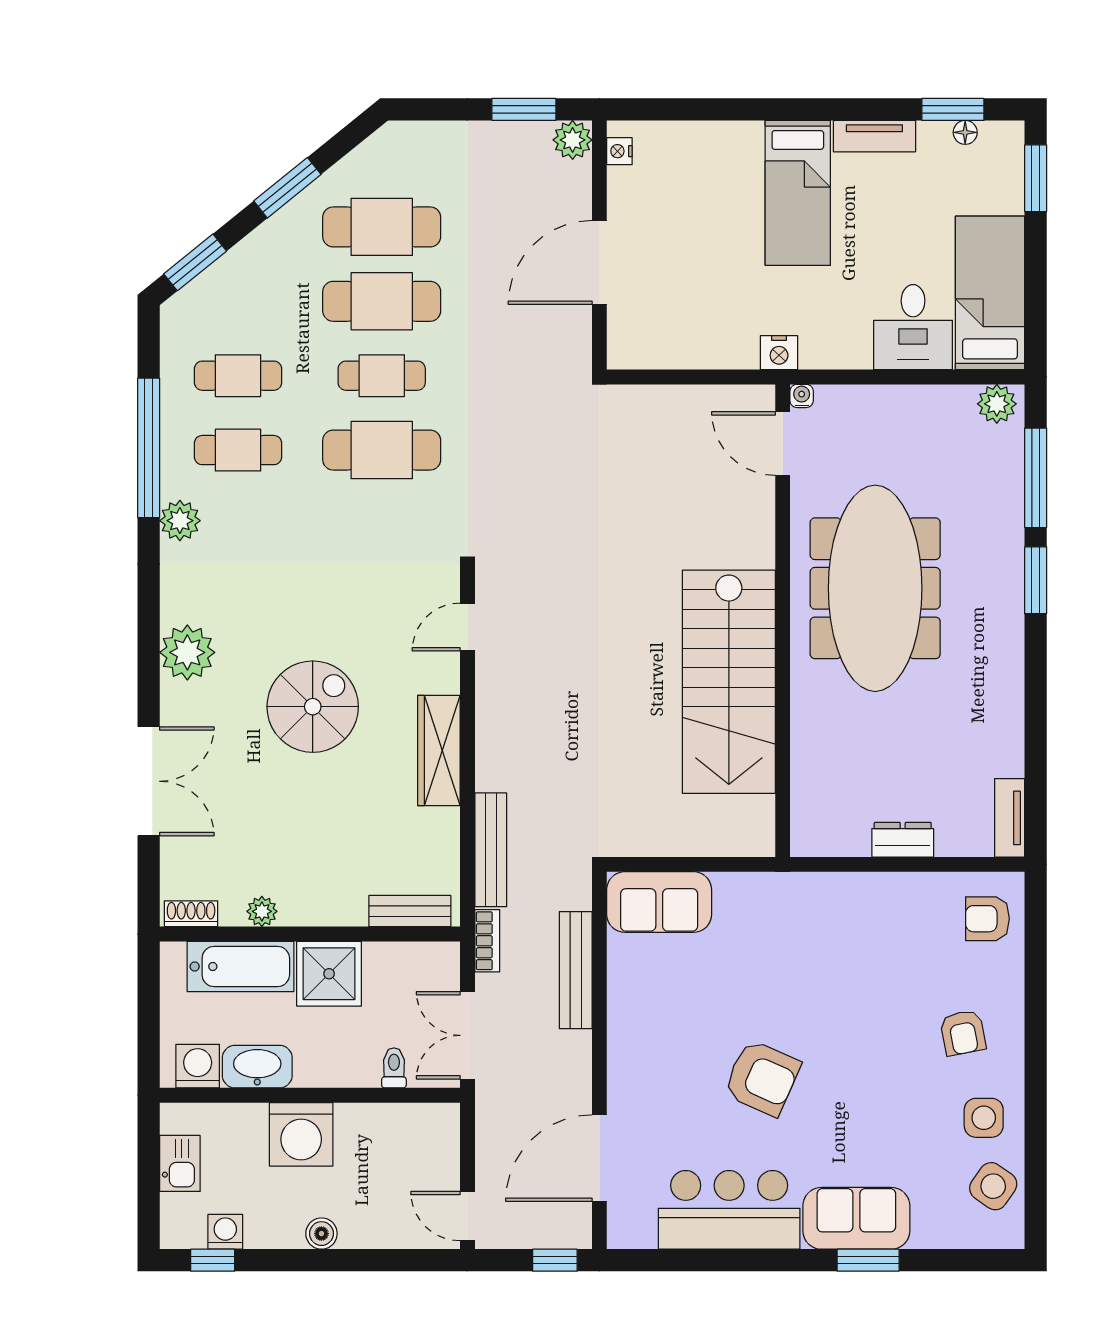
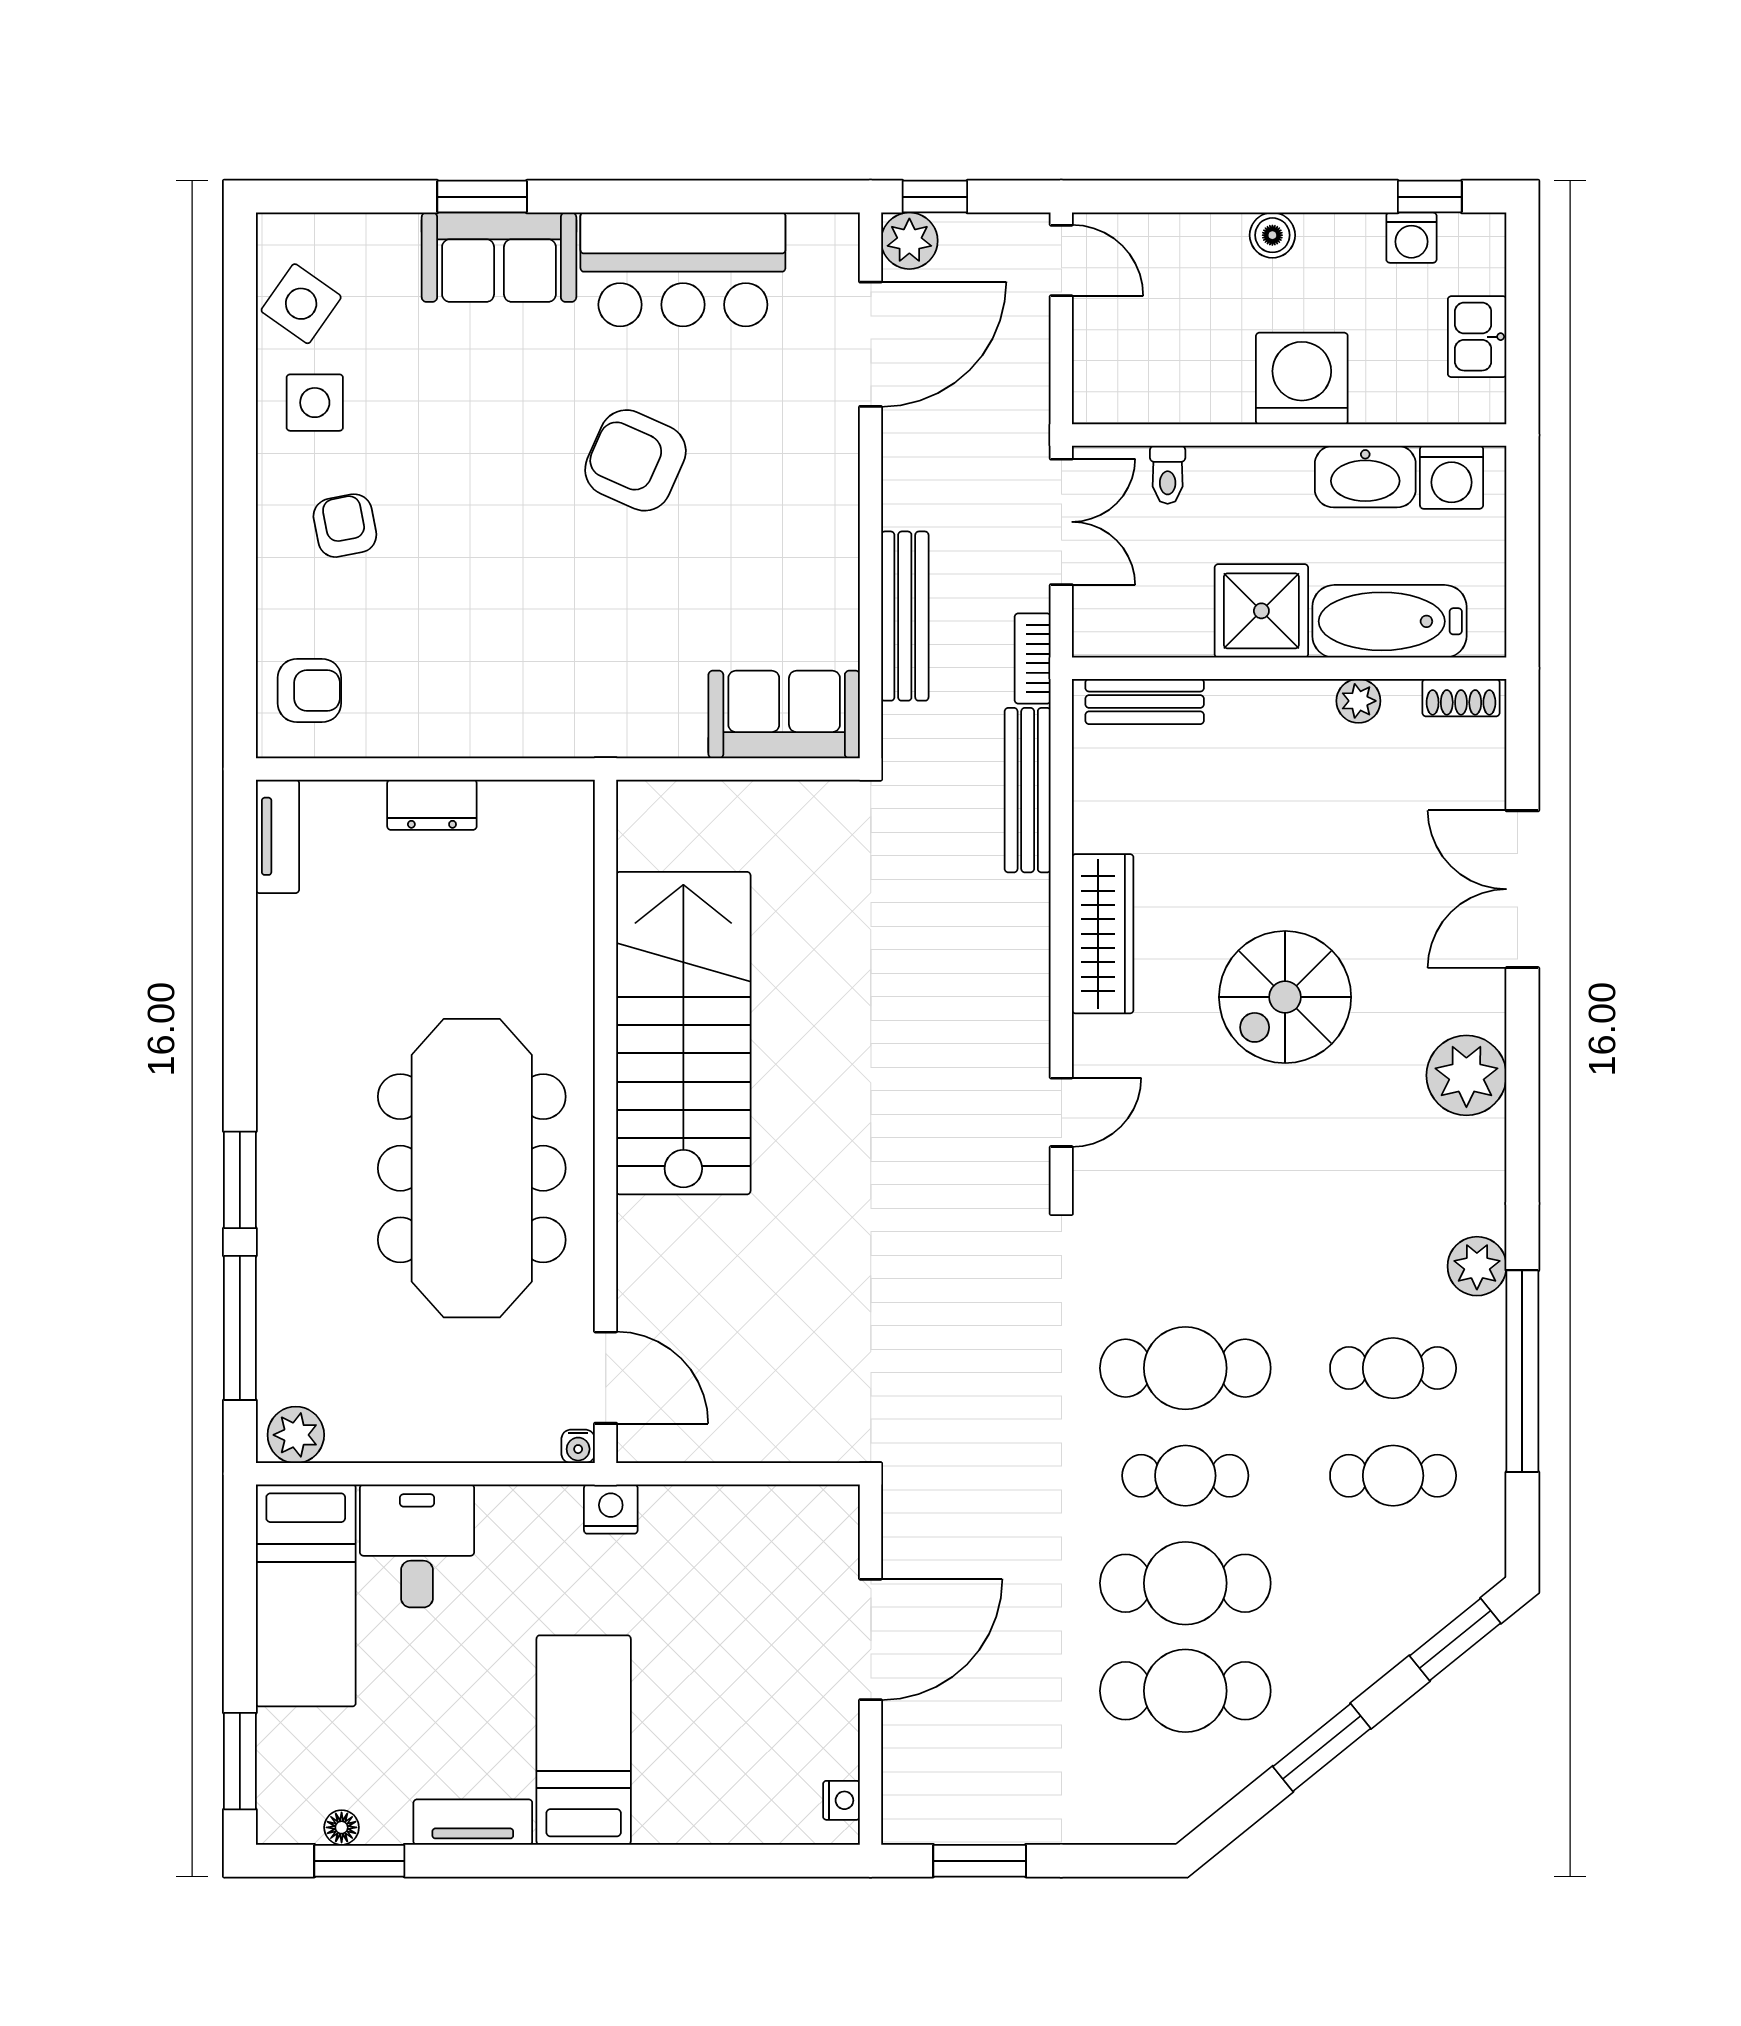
plant: (573, 140) -> (909, 241), moved

